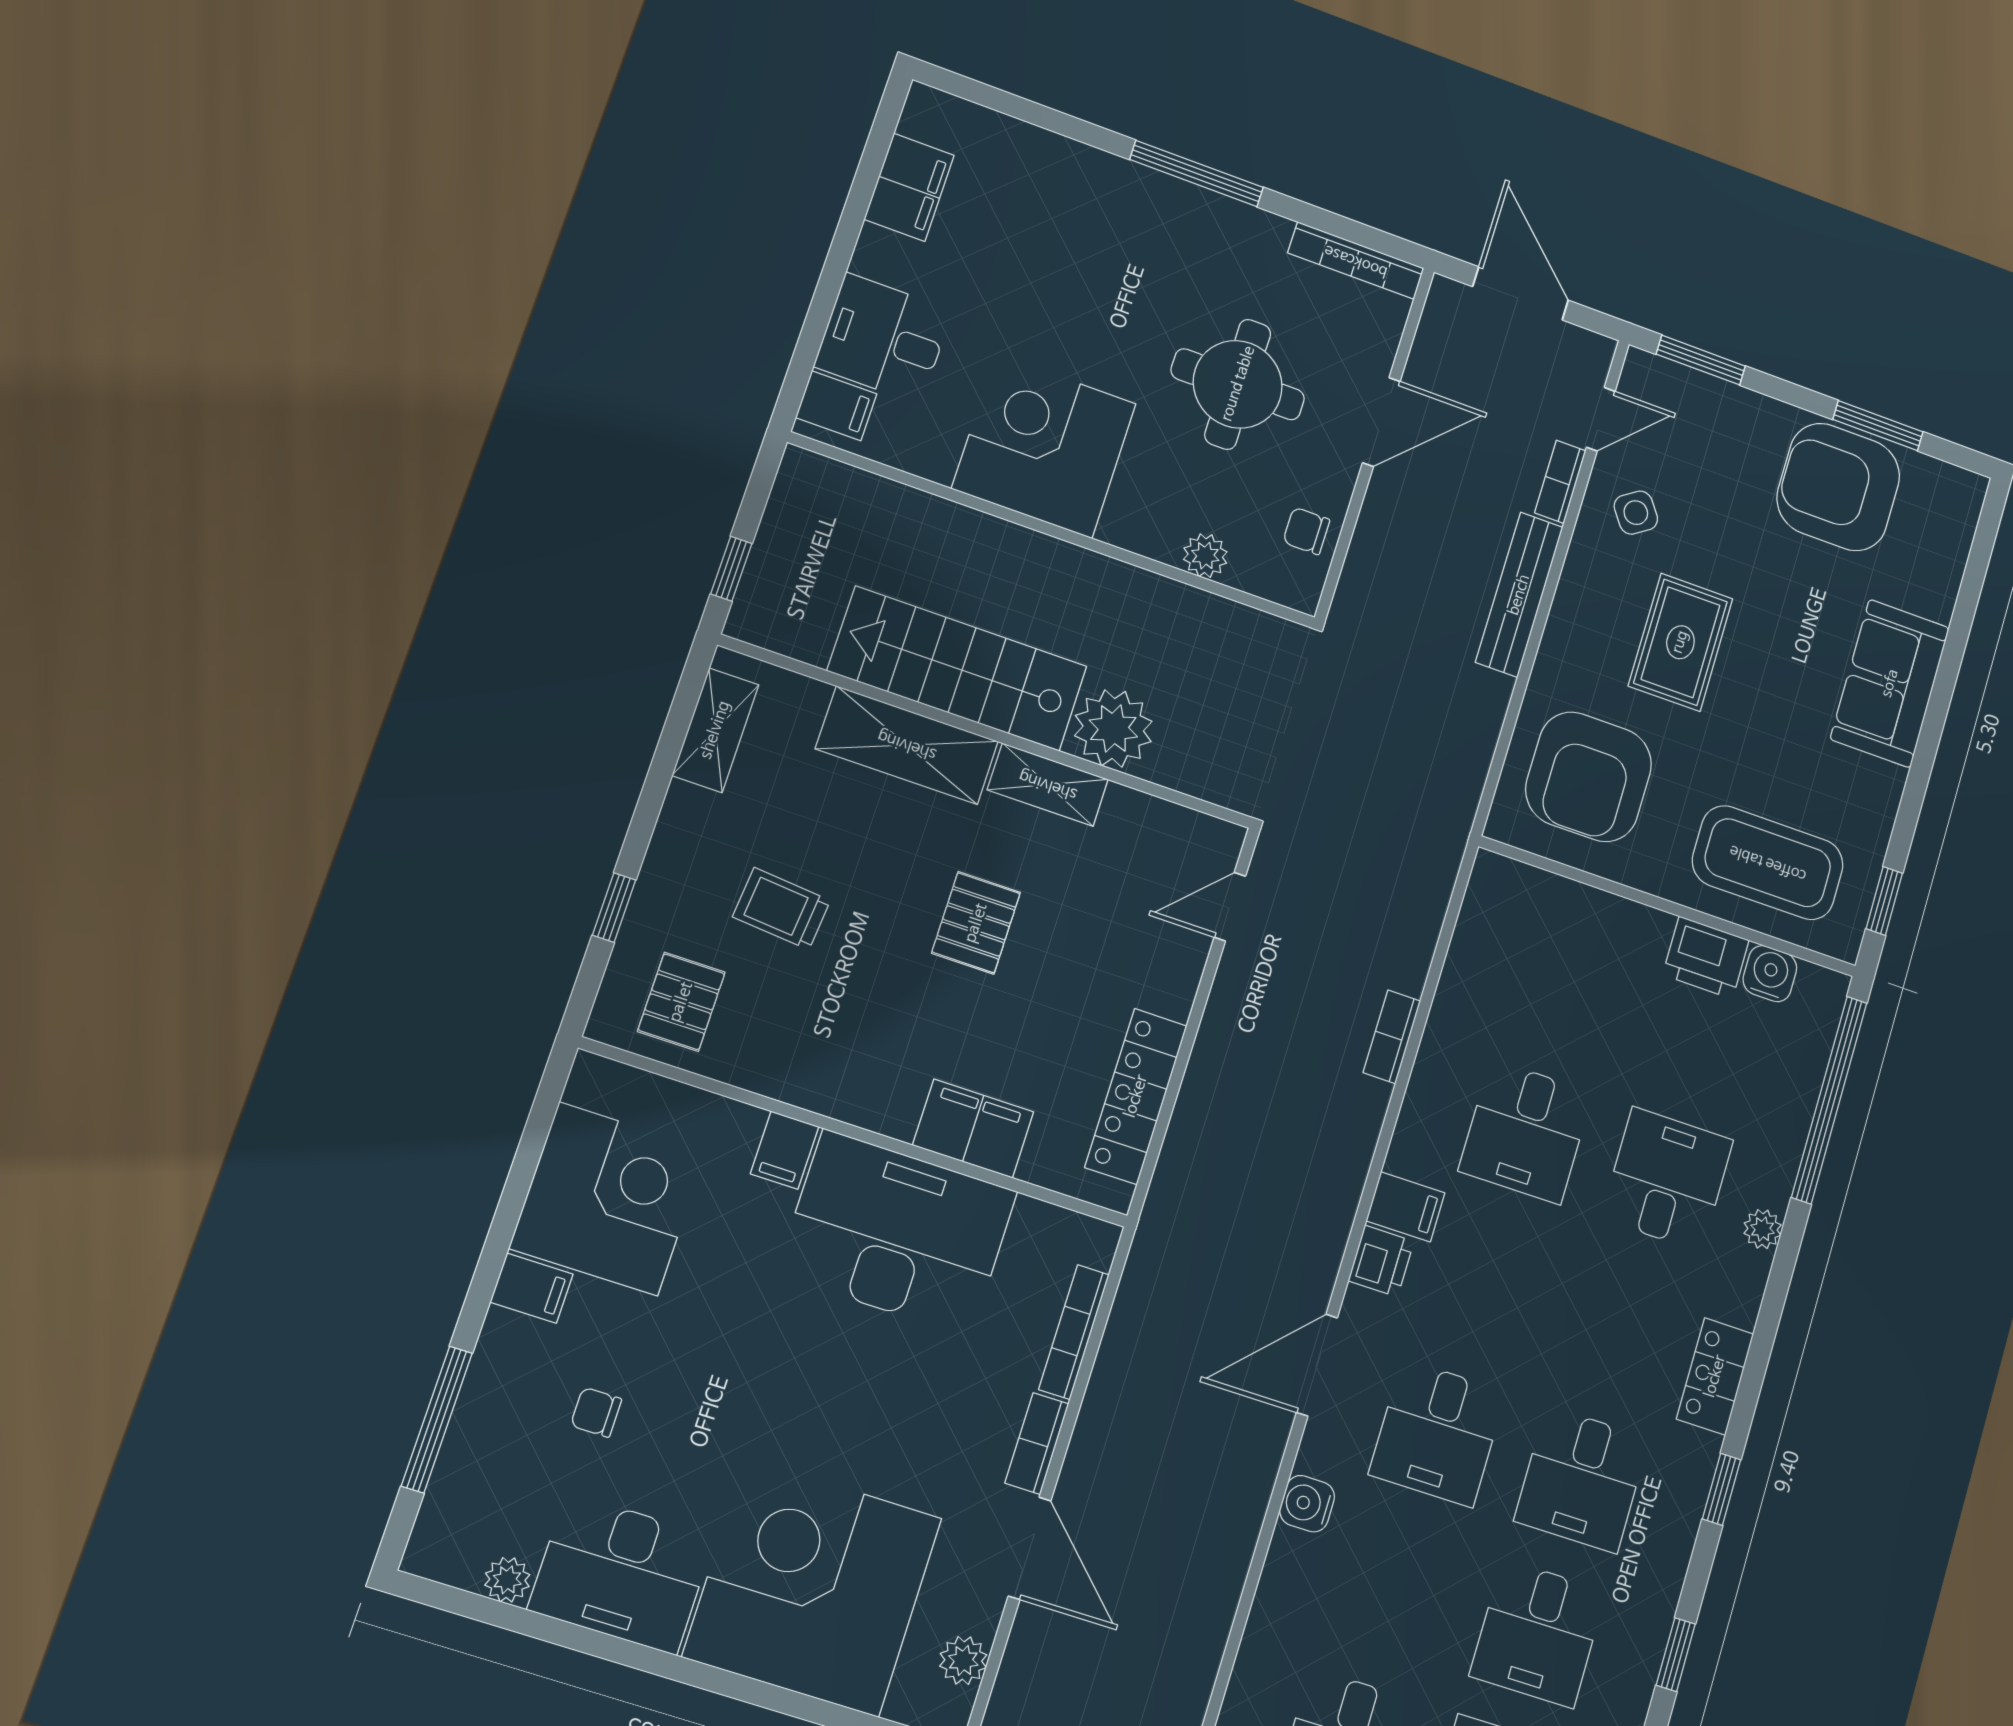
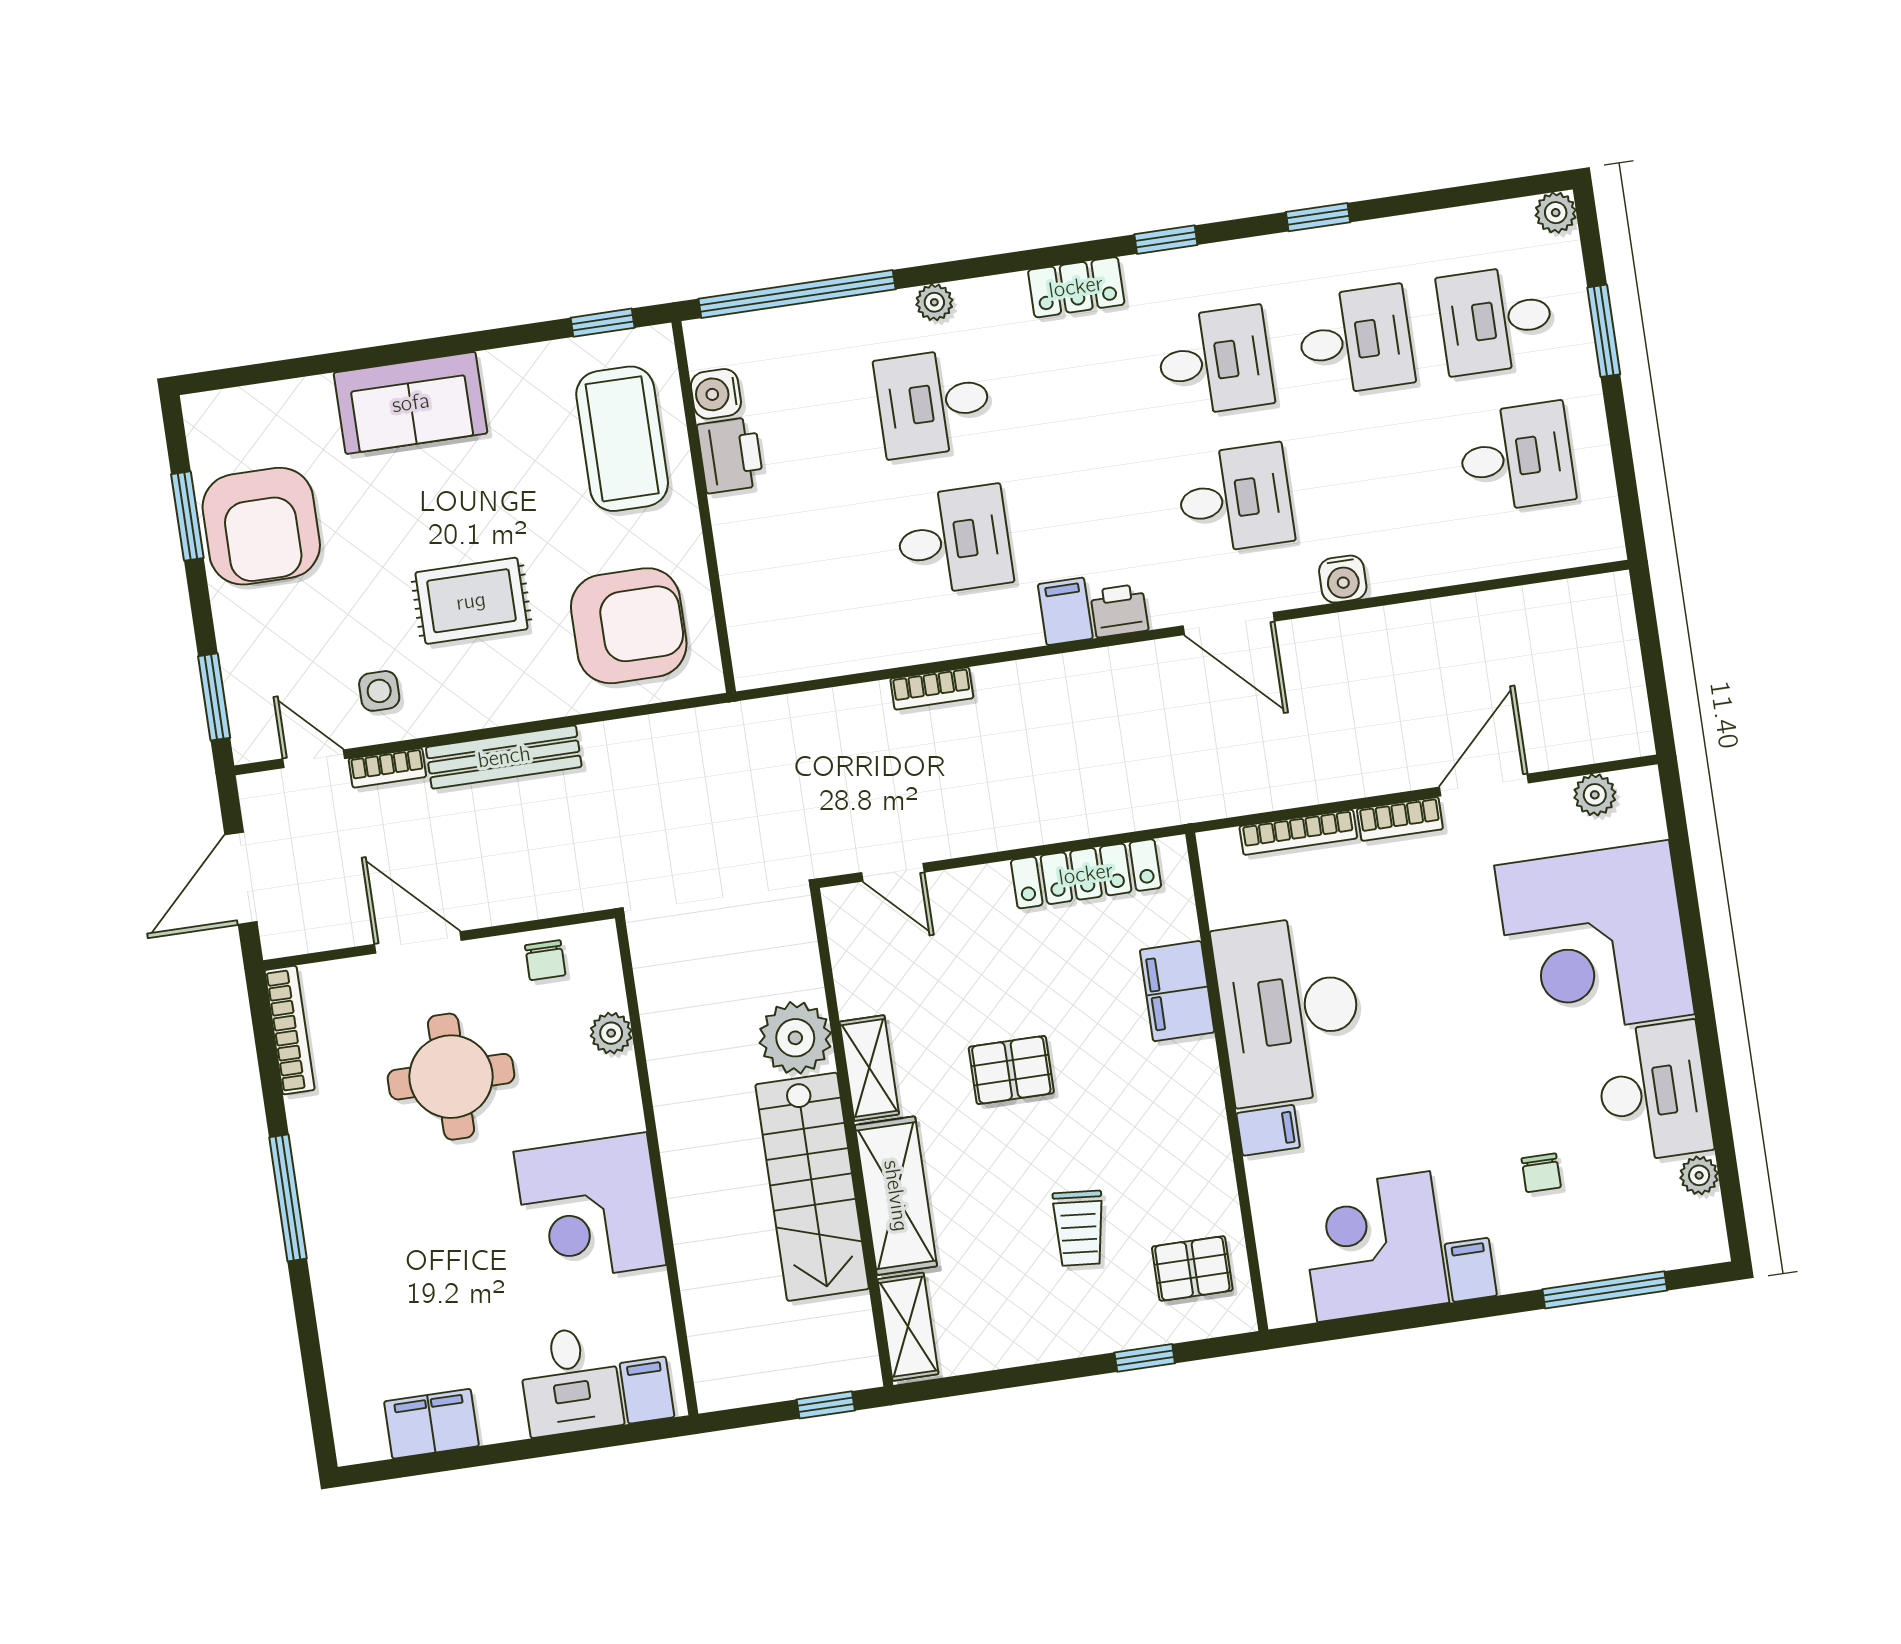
side table: (1636, 513) -> (379, 691), turned 35
shelving: (715, 730) -> (908, 1327), moved, turned 90

